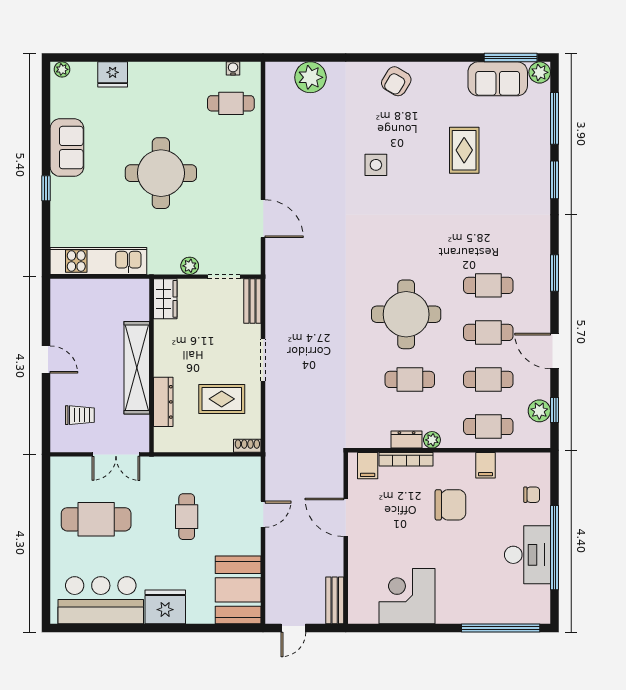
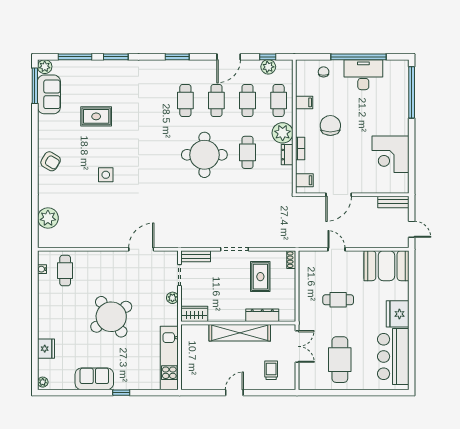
round table: (161, 173) -> (111, 317), turned -34
plant: (432, 440) -> (283, 133), width x1.88, depth x1.88
bookcase: (406, 459) -> (300, 148), width x0.64

